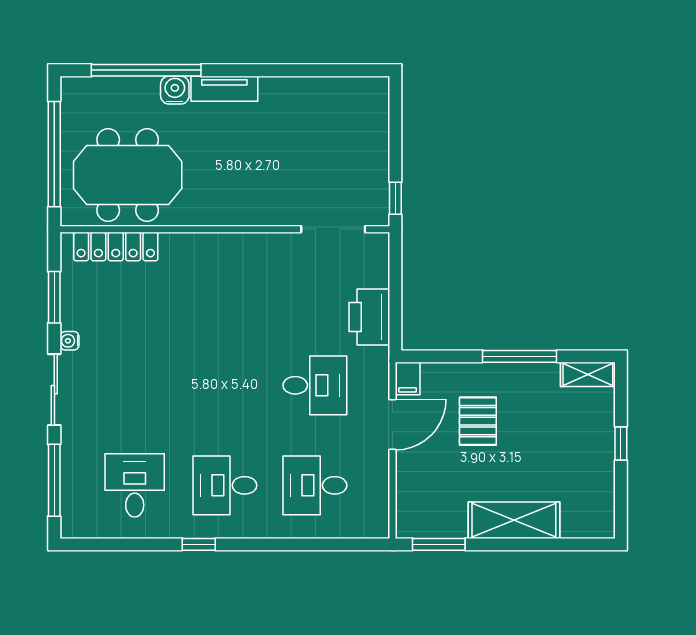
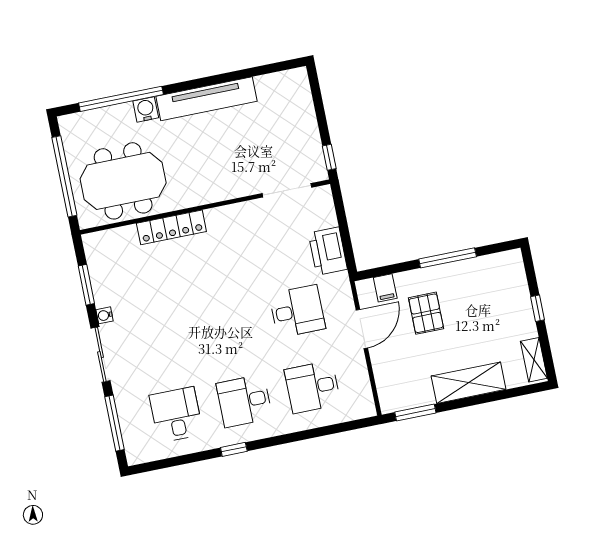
tv unit: (224, 89) -> (207, 99), width x1.92, depth x1.29
locker: (116, 246) -> (171, 227), moved
shelving: (588, 374) -> (534, 360), moved, turned 90
filing cabinet: (408, 379) -> (385, 288), moved

